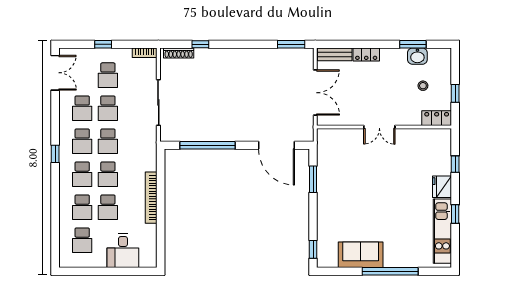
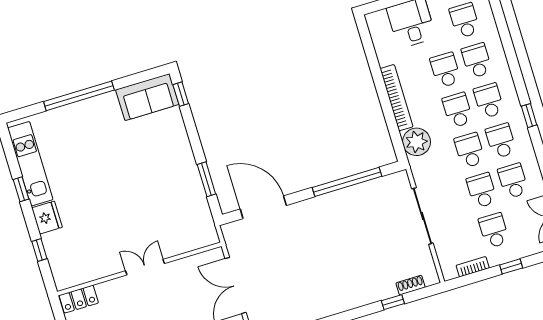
bookcase: (145, 53) -> (473, 267), moved
shoe rack: (179, 53) -> (411, 285), width x0.70
plant: (146, 160) -> (416, 142), added
sofa: (361, 255) -> (147, 97), moved

